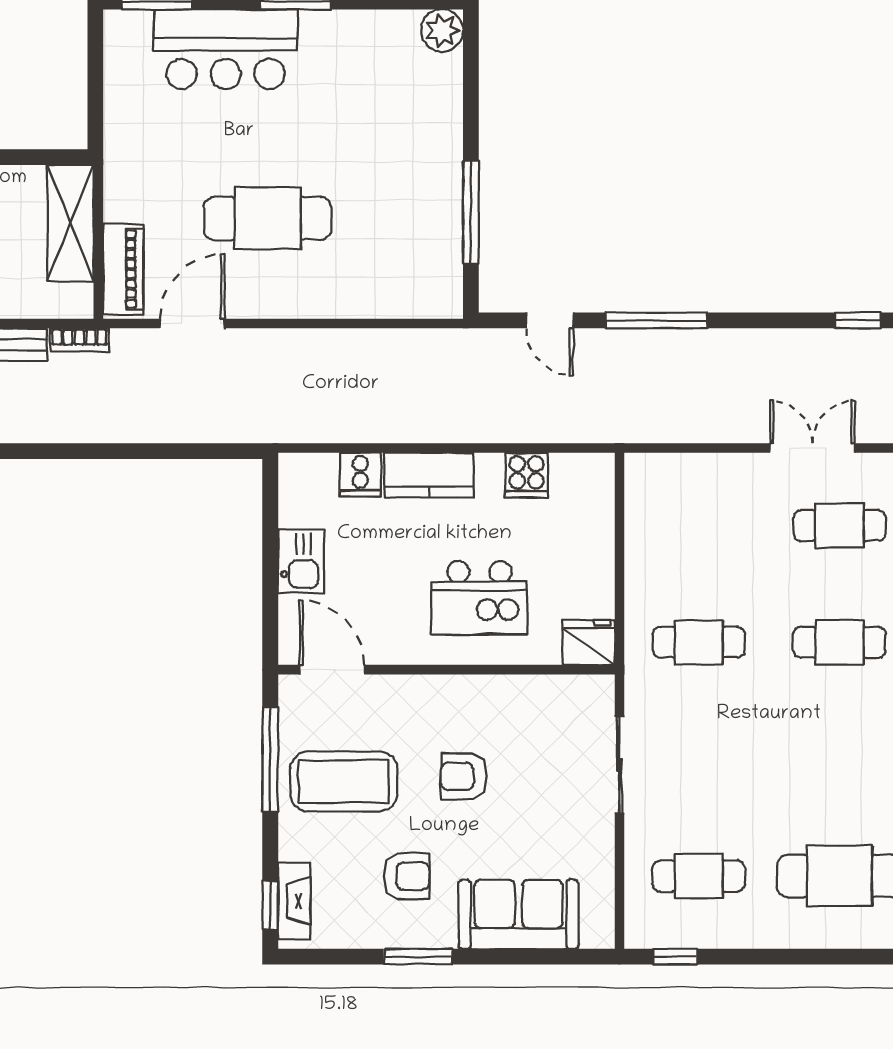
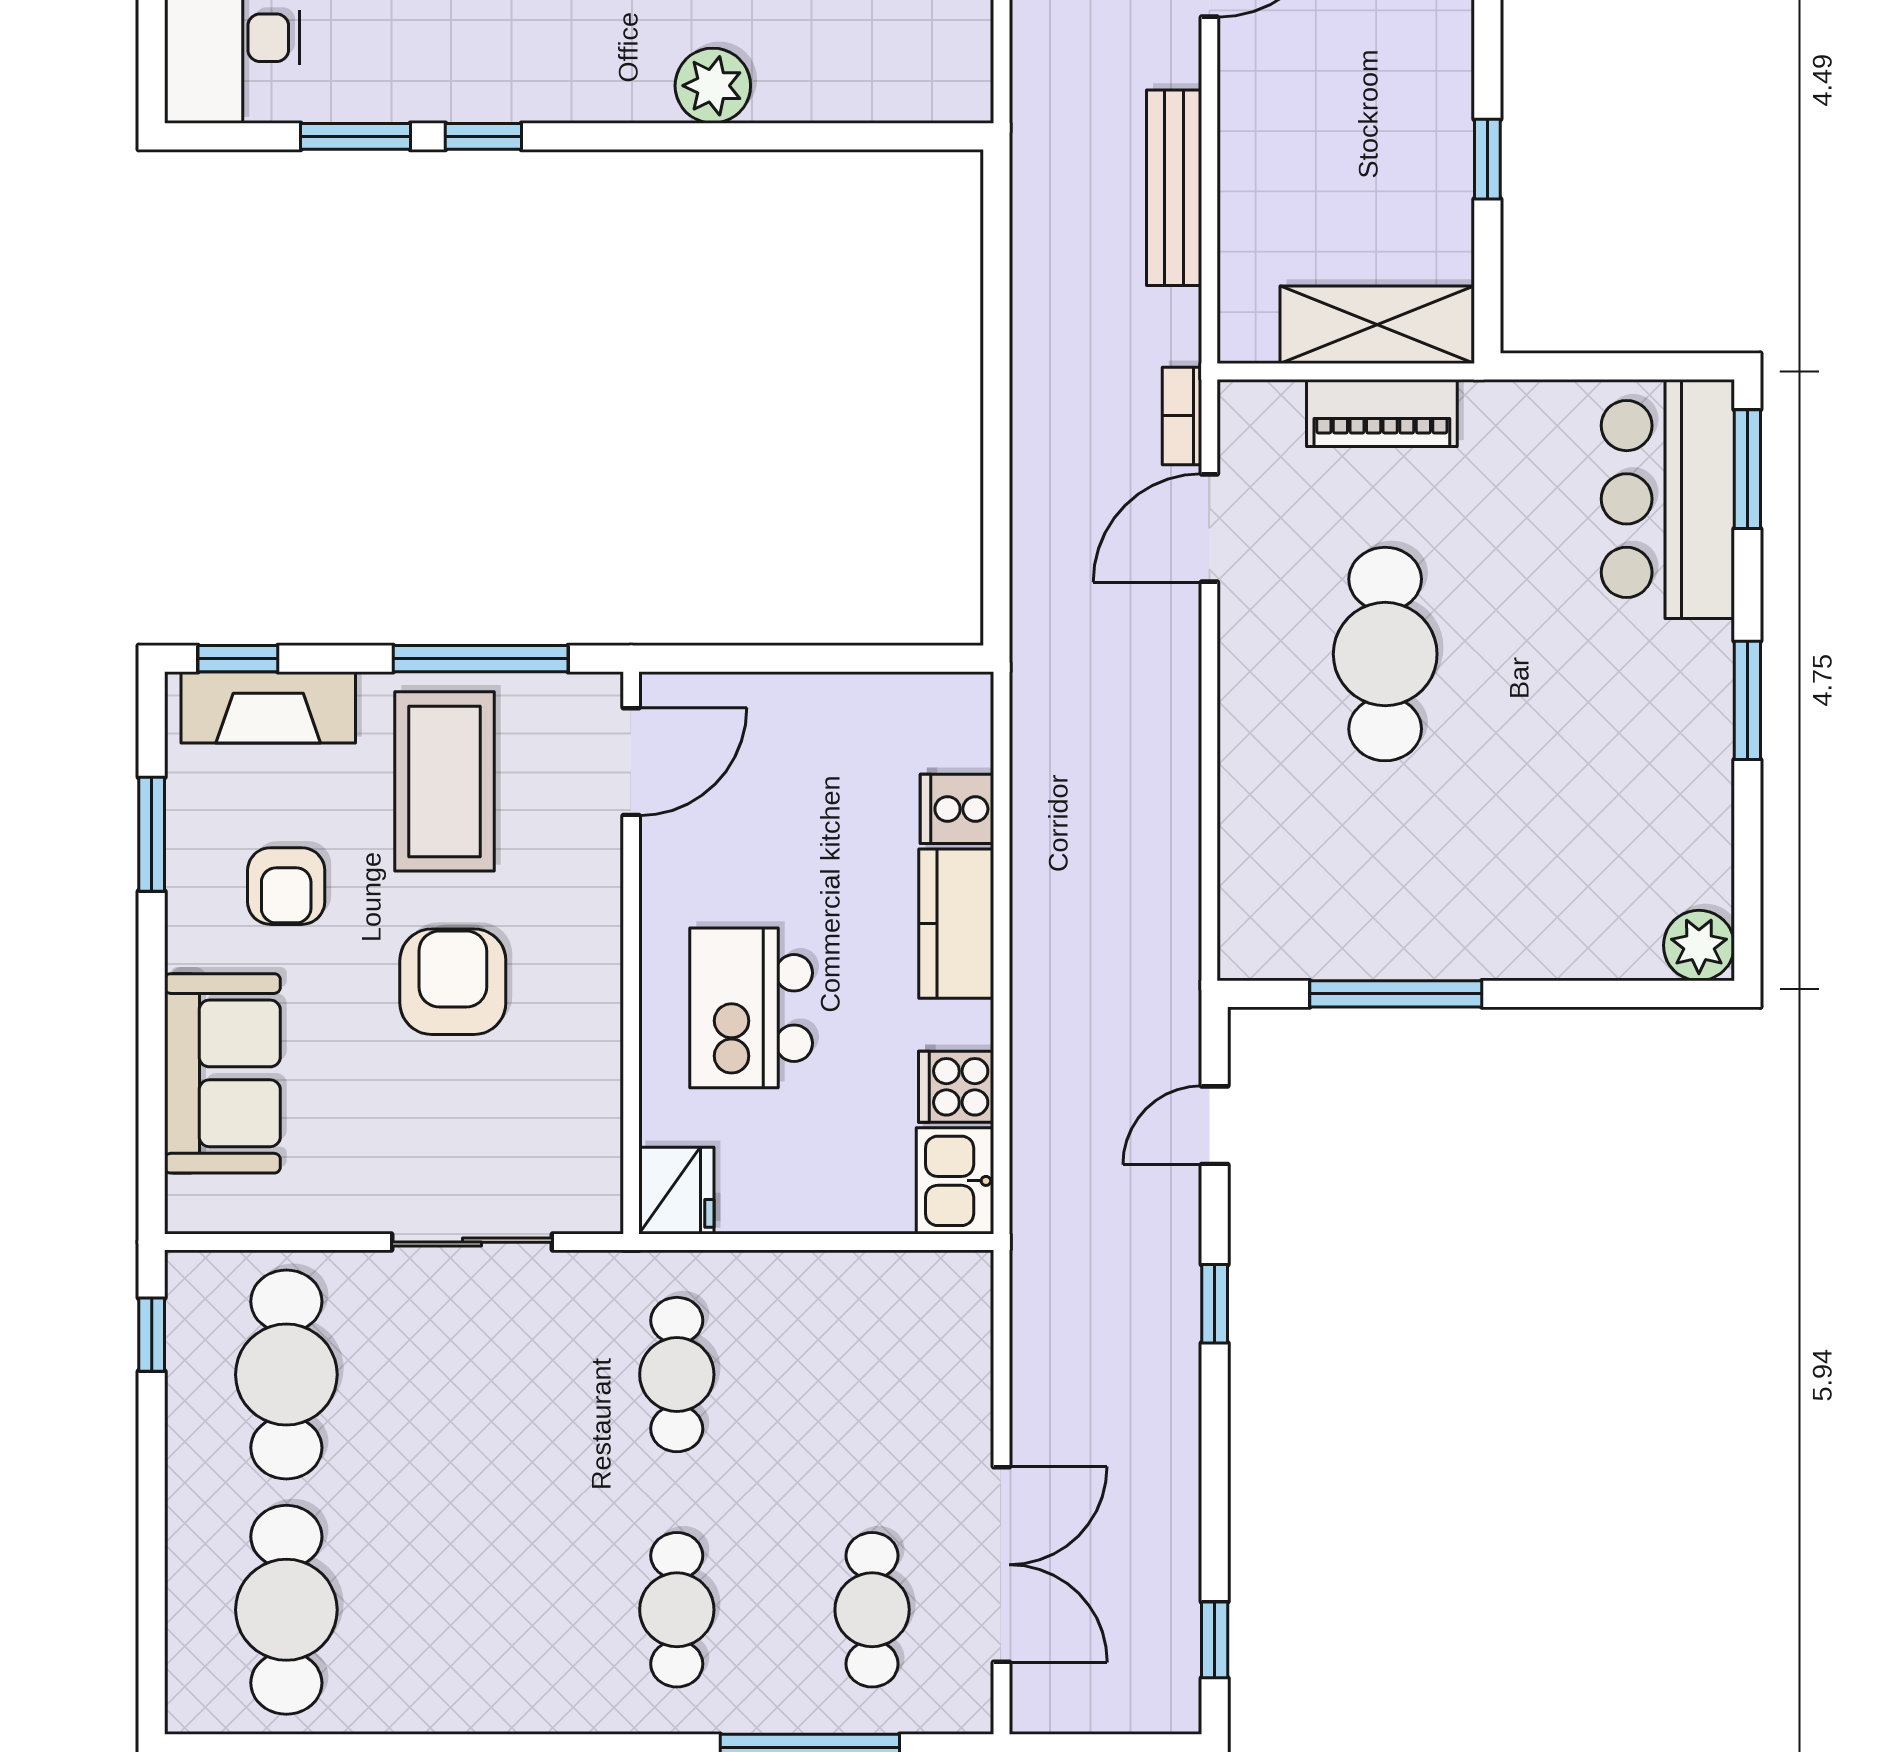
bar counter: (226, 49) -> (1668, 499), moved
piano: (123, 269) -> (1382, 413), moved
window: (656, 320) -> (1215, 1304), width x0.46
door: (192, 324) -> (1209, 528), swing flipped
bookcase: (79, 340) -> (1182, 416), moved
double door: (812, 448) -> (1001, 1565), width x1.37
kitchen sink: (301, 561) -> (955, 1181), moved, turned 90
armchair: (464, 776) -> (453, 982), width x1.38, depth x1.38
cafe table: (699, 876) -> (286, 1375), width x1.37, depth x1.35
fireplace: (294, 901) -> (268, 707), width x1.37, depth x1.32
window: (418, 957) -> (152, 834), moved

